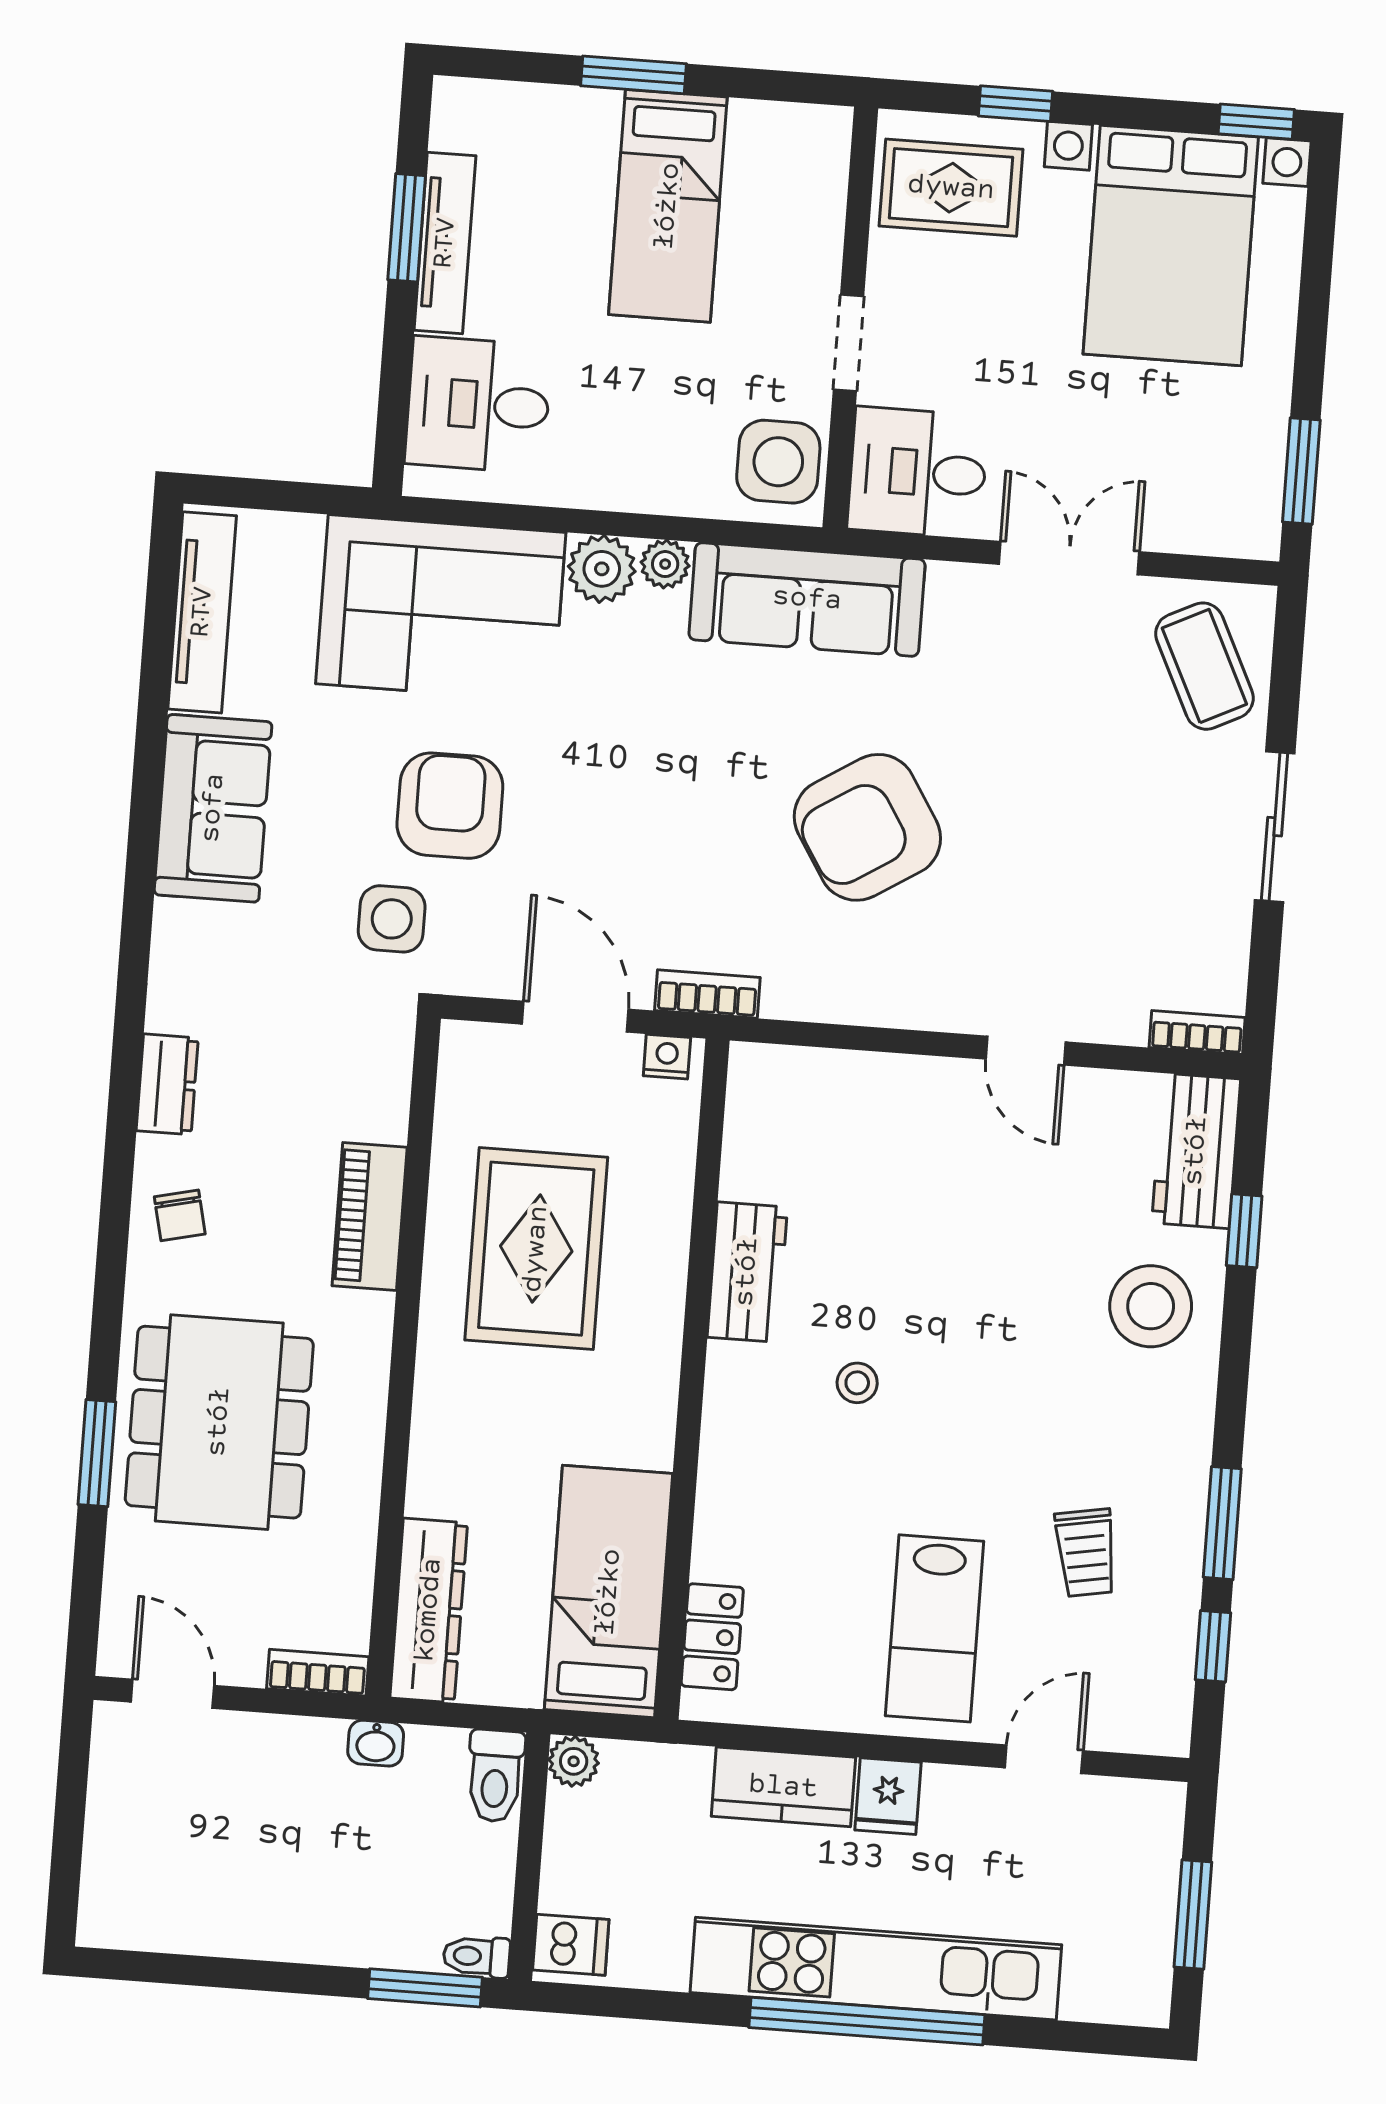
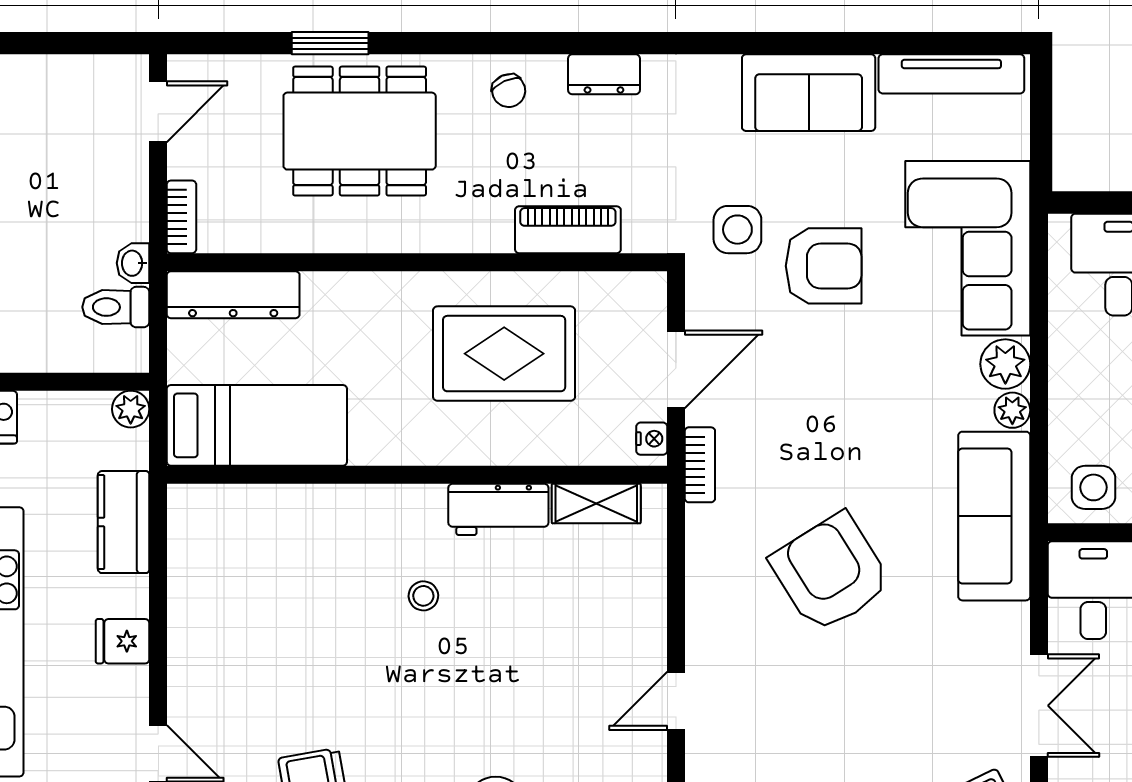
side table: (778, 462) -> (1094, 487), width x0.73, depth x0.73
shelving: (749, 1139) -> (596, 504), added
chair: (180, 1215) -> (509, 91), turned -101
piano: (370, 1217) -> (568, 230), moved
lab bench: (935, 1628) -> (248, 666), removed
locker: (712, 1637) -> (230, 504), removed
toilet: (495, 1776) -> (116, 307), moved
kitchen counter: (783, 1787) -> (124, 522), moved

